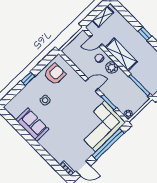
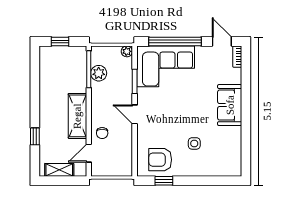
window: (145, 34) -> (35, 136), moved
door: (96, 41) -> (89, 153), swing flipped
plant: (112, 67) -> (99, 73), moved
window: (28, 79) -> (164, 181), moved
sofa: (32, 125) -> (230, 105), moved

